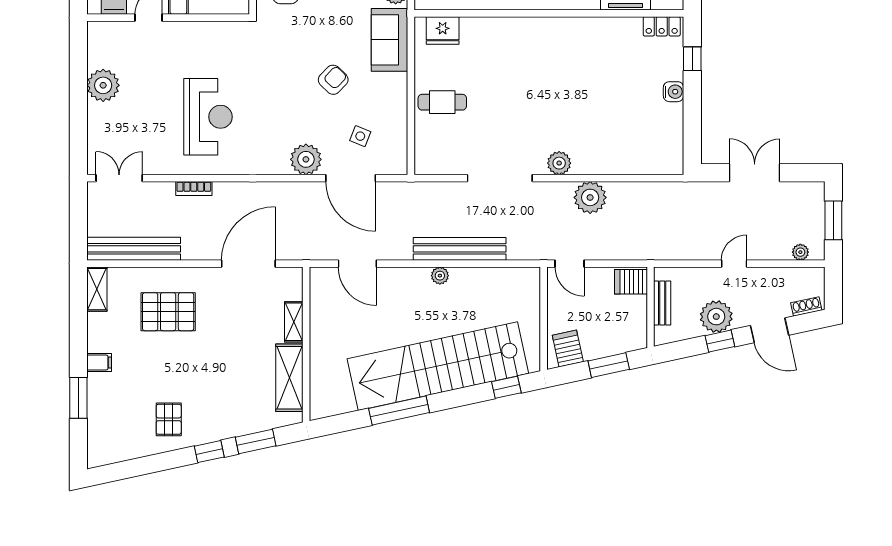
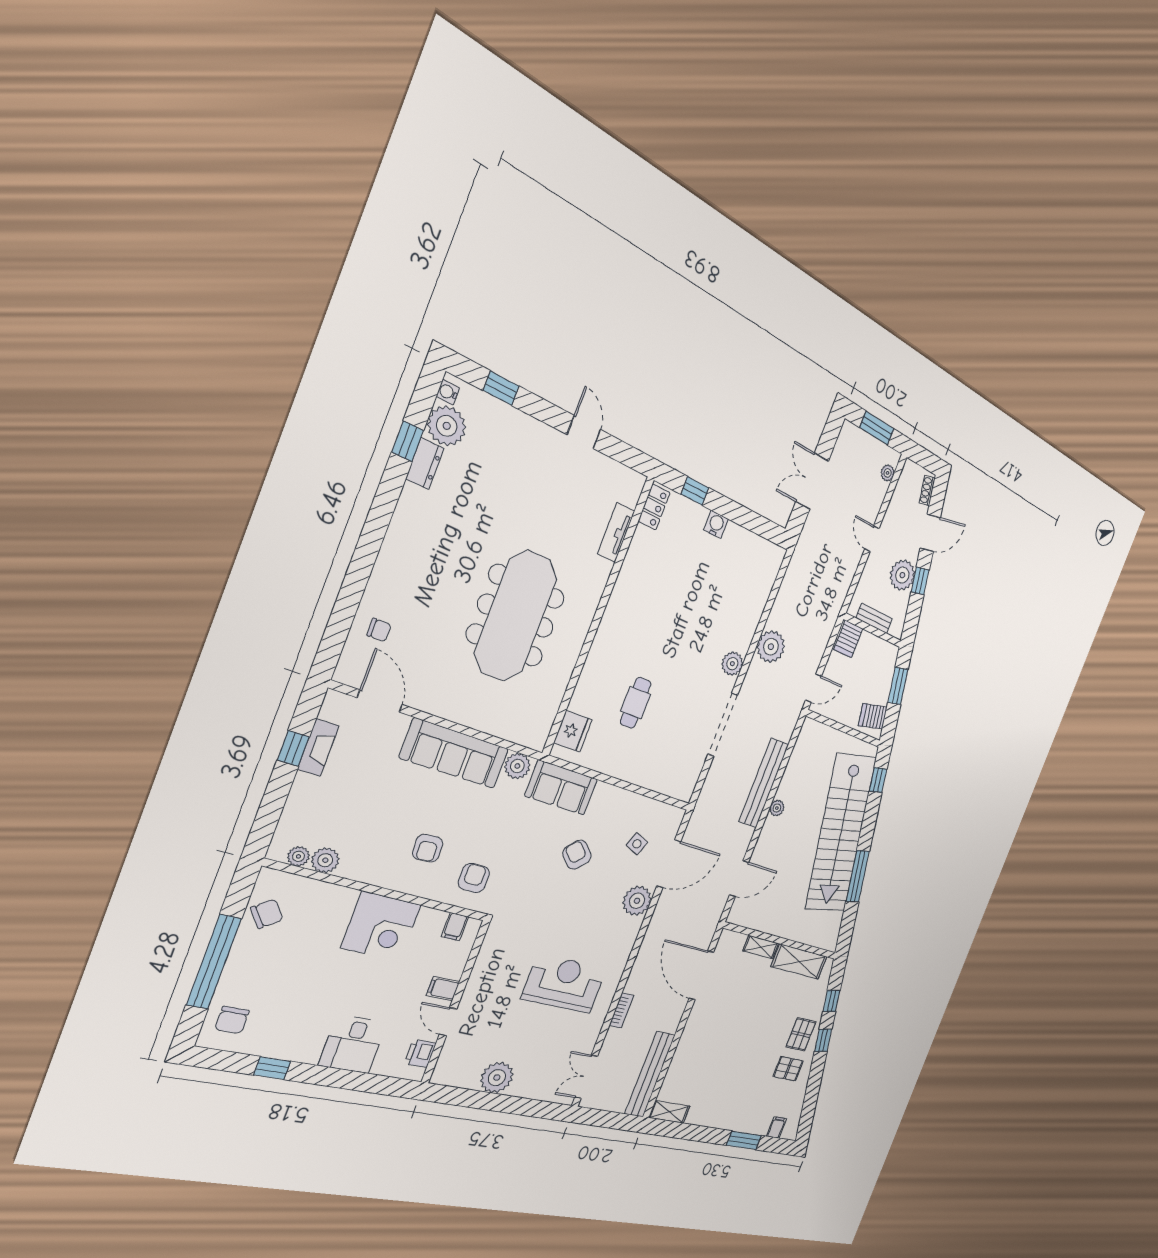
cafe table: (442, 102) -> (636, 703), moved
pallet: (168, 312) -> (801, 1034), moved, width x0.67, depth x0.71
filing cabinet: (99, 362) -> (777, 1127), moved
window: (256, 442) -> (831, 1001), width x0.67

